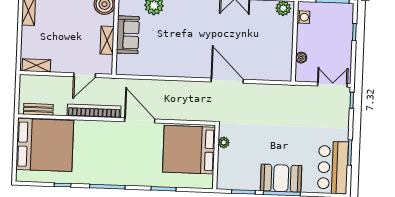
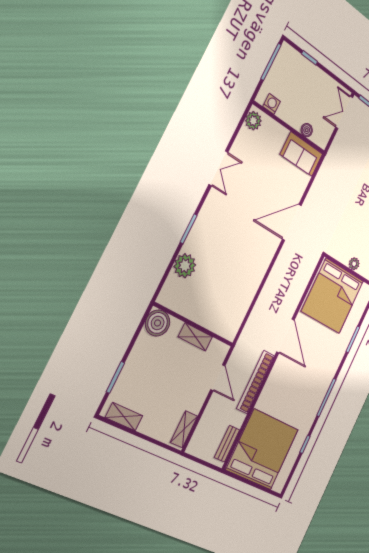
sofa: (128, 35) -> (301, 154), moved, turned 180
door: (140, 120) -> (285, 336), swing flipped
plant: (224, 142) -> (354, 264), moved

